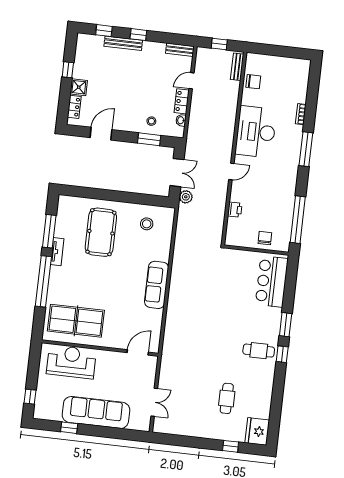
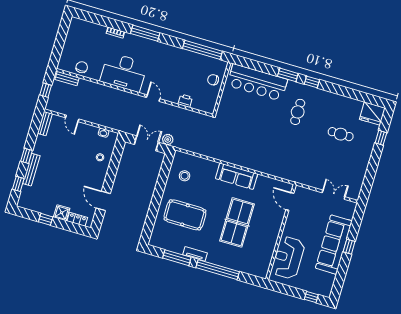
locker: (182, 101) -> (88, 129), removed
window: (149, 139) -> (115, 162), removed
bar counter: (272, 281) -> (257, 82), width x1.36
table tennis table: (76, 321) -> (237, 222), moved
cafe table: (259, 351) -> (298, 112), moved
window: (69, 428) -> (349, 247), moved

